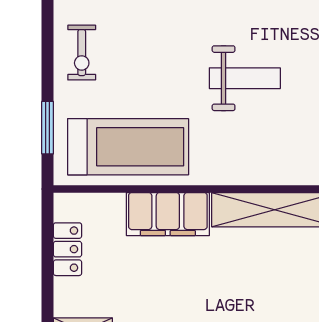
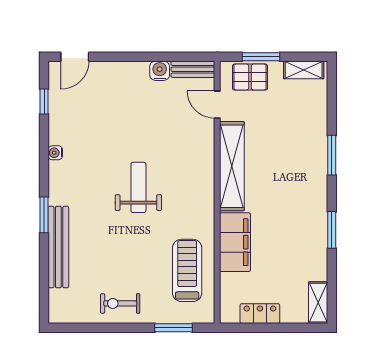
exercise bike: (82, 53) -> (120, 303), turned 180
treadmill: (128, 147) -> (187, 270), width x0.73, depth x0.73

